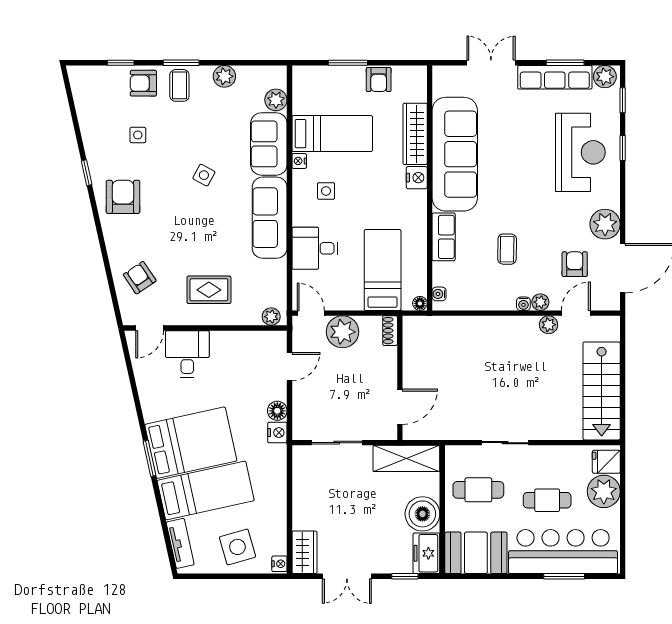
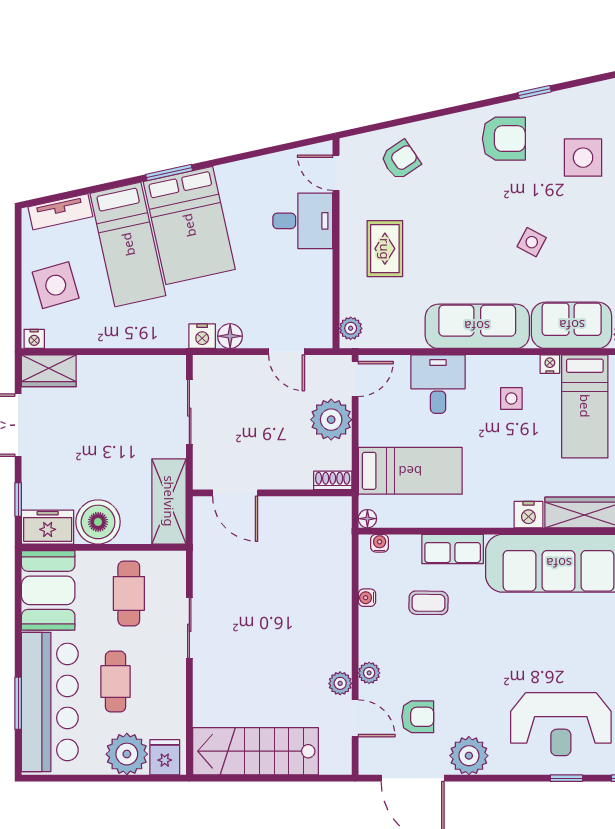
side table: (138, 135) -> (583, 158), width x1.87, depth x1.87
coffee table: (507, 249) -> (428, 603), moved
water cooler: (523, 304) -> (367, 598), moved

